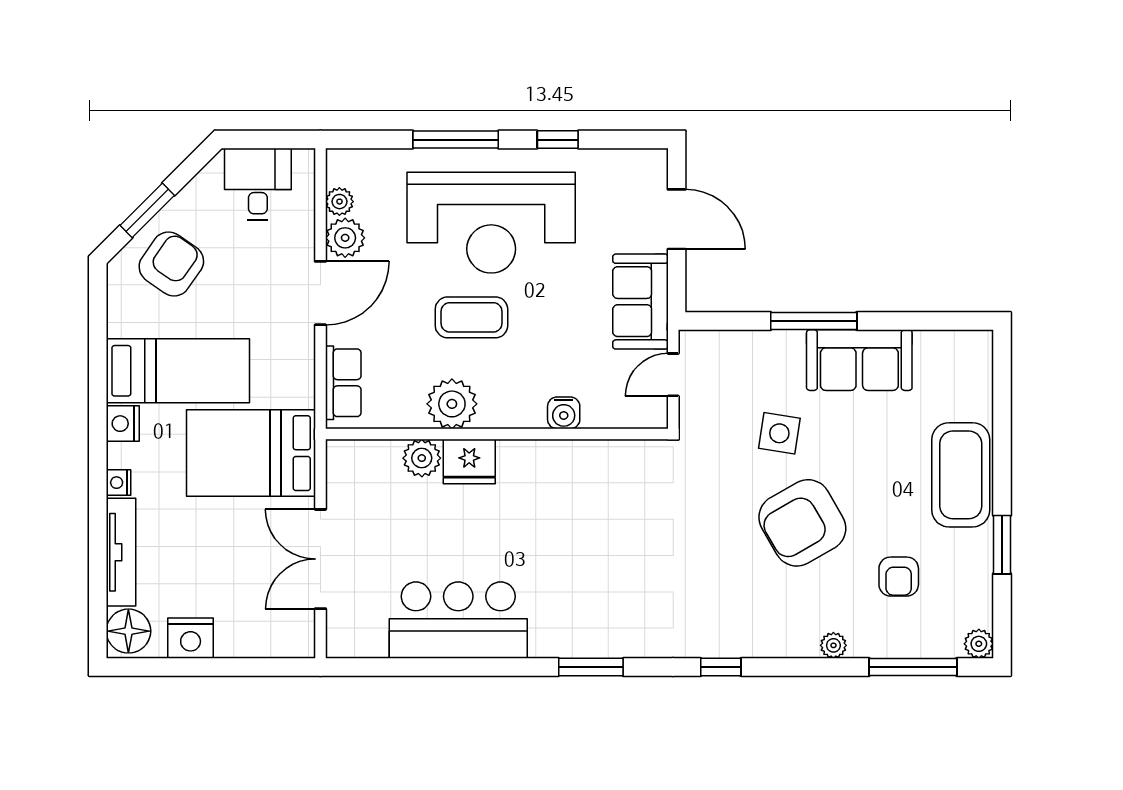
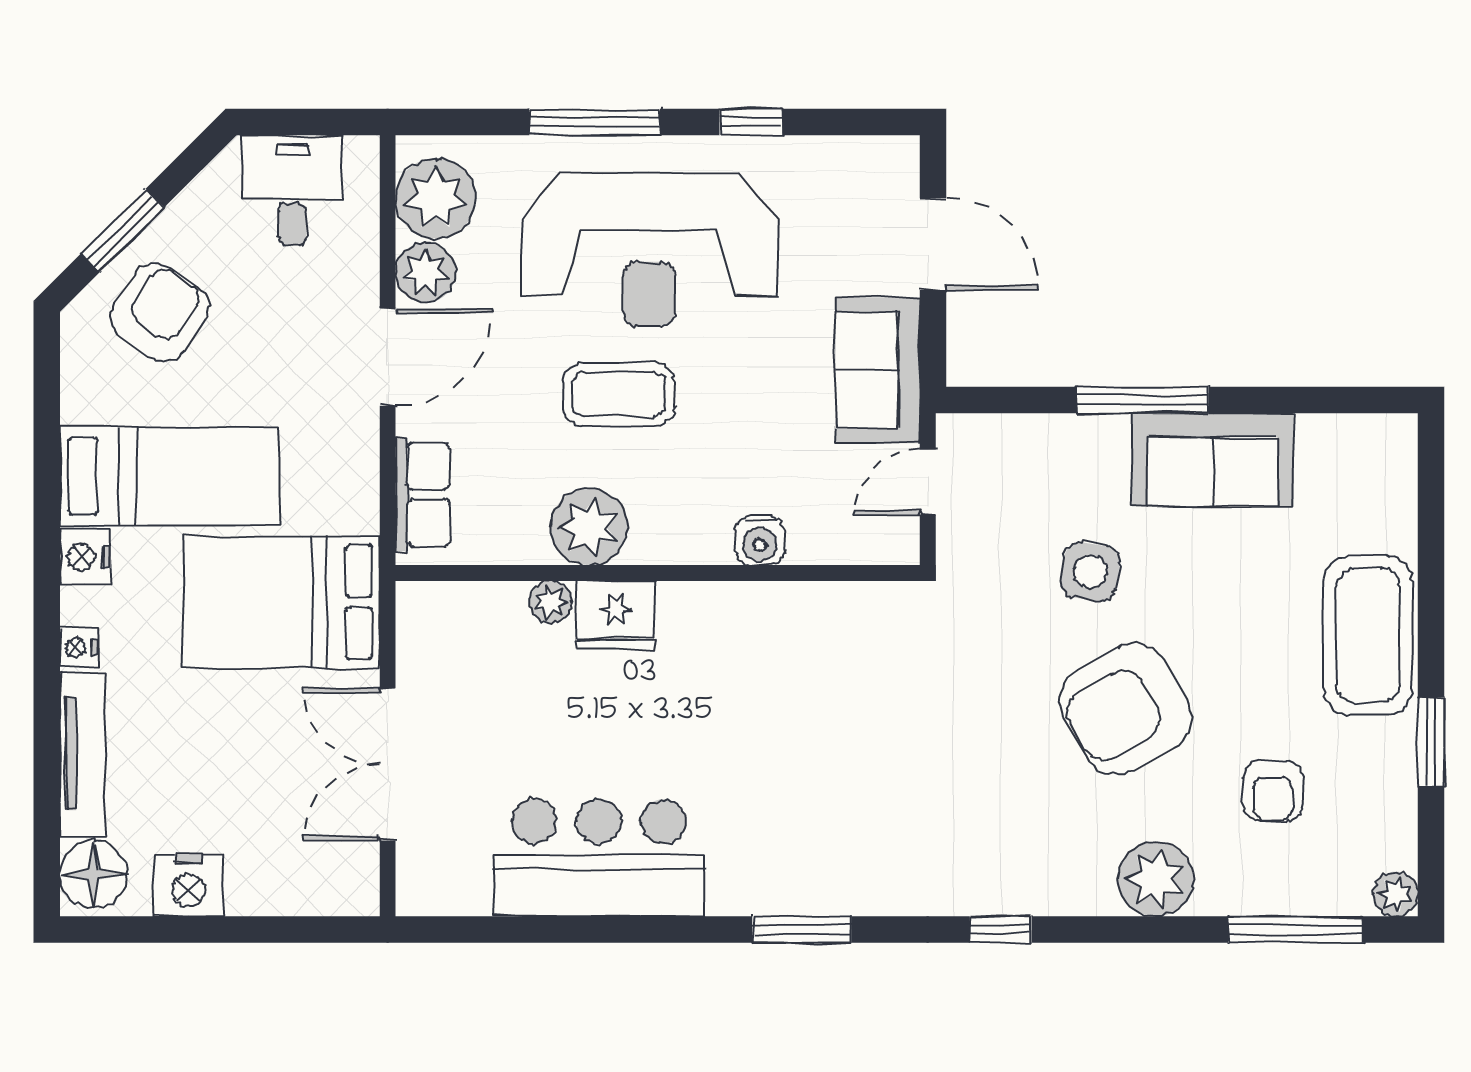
plant: (339, 202) -> (436, 198), width x1.88, depth x1.88
plant: (422, 458) -> (551, 602), width x0.73, depth x0.73
plant: (833, 645) -> (1156, 879), width x1.88, depth x1.88

